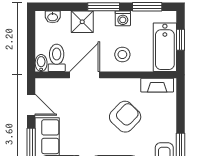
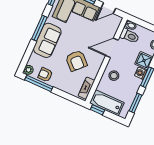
washing machine: (123, 18) -> (141, 73), moved
window: (180, 40) -> (97, 110), moved
door: (85, 75) -> (112, 48), swing flipped

